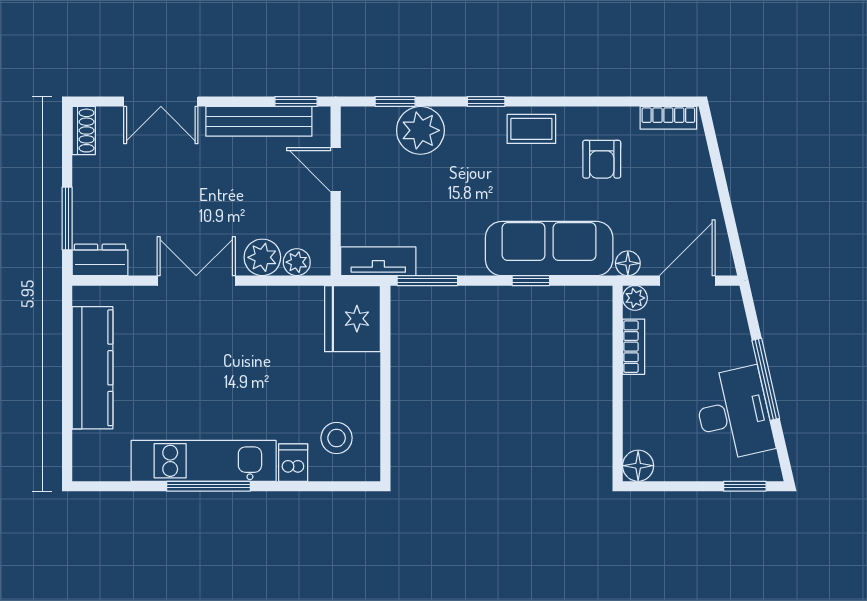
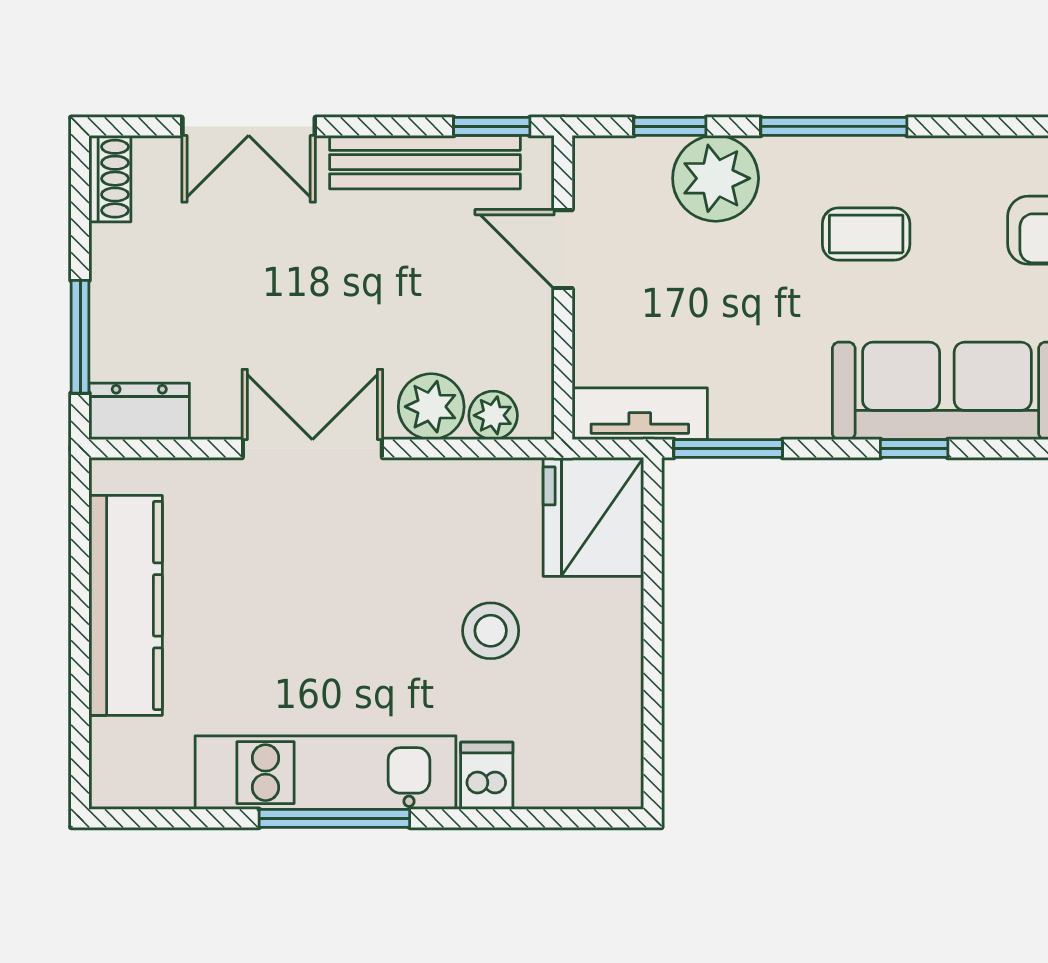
window: (486, 102) -> (834, 126), width x2.17
coffee table: (531, 129) -> (866, 234), moved
stool: (337, 438) -> (491, 631), moved

